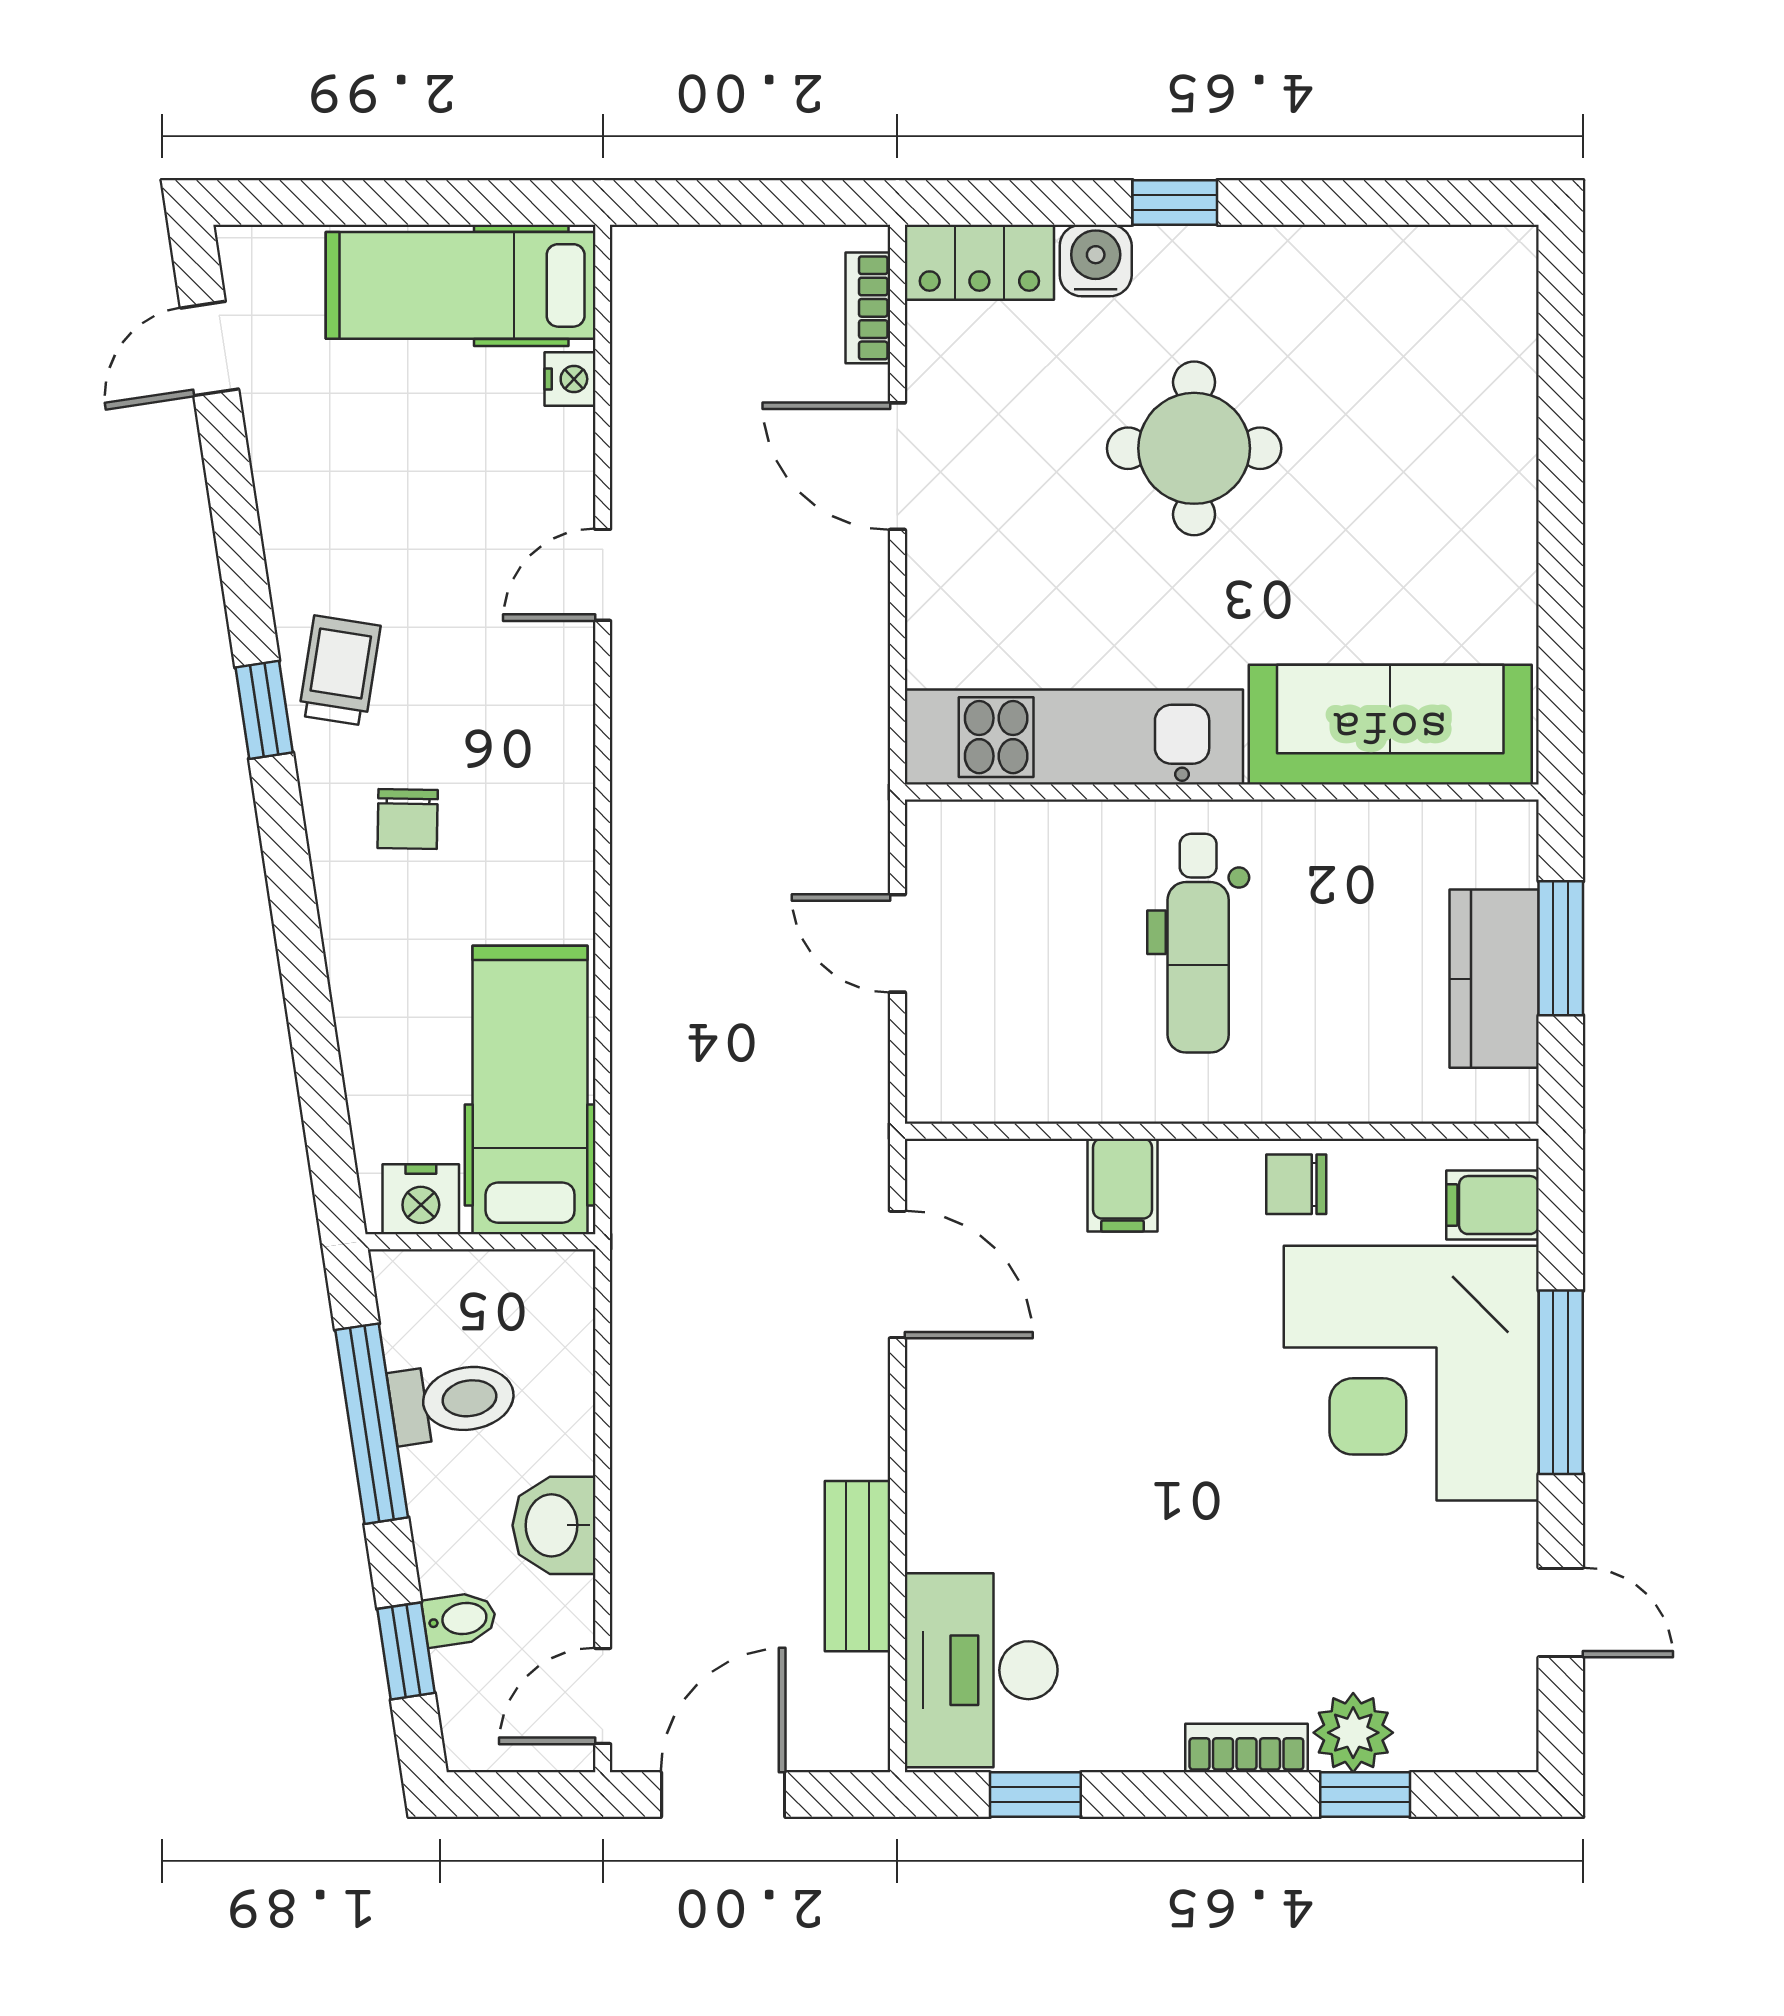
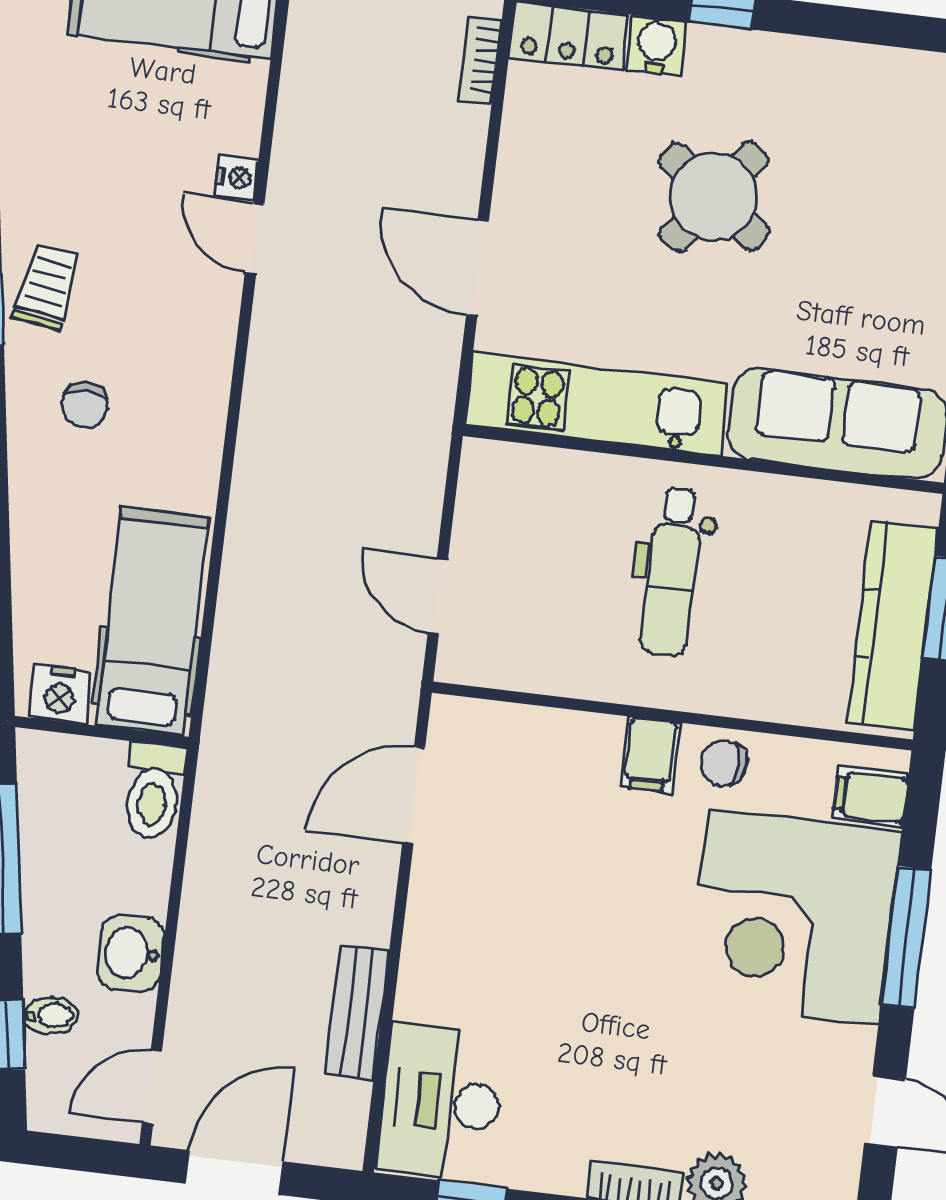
nightstand: (570, 379) -> (237, 178), moved
round table: (1194, 448) -> (714, 197), turned 37
door: (897, 466) -> (477, 268), moved
door: (603, 575) -> (255, 238), hinge flipped
door: (897, 943) -> (438, 595), moved
kitchen counter: (1494, 979) -> (892, 626), width x1.50
filing cabinet: (1123, 1185) -> (650, 755), moved
door: (897, 1275) -> (414, 795), swing flipped
toilet: (453, 1401) -> (154, 791), moved, turned 99

